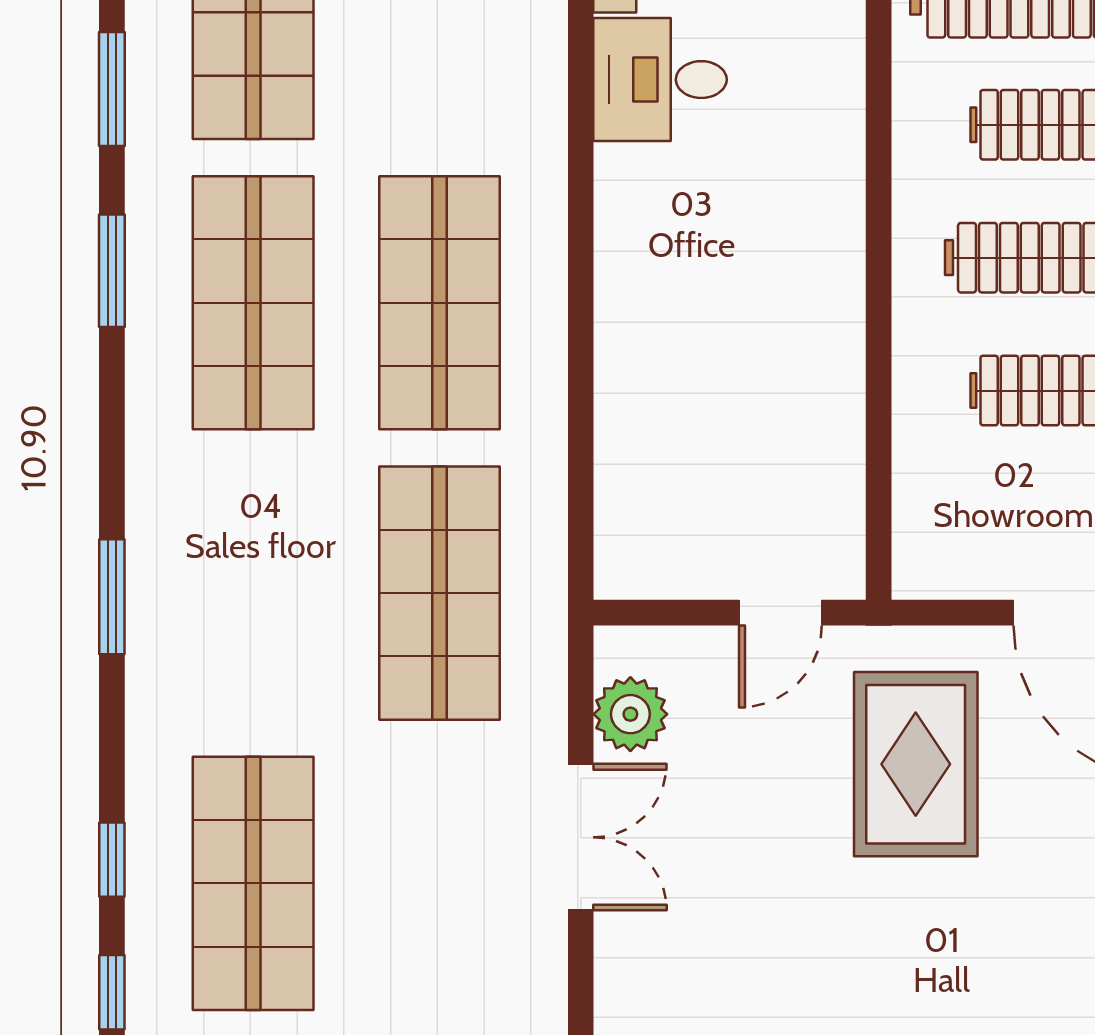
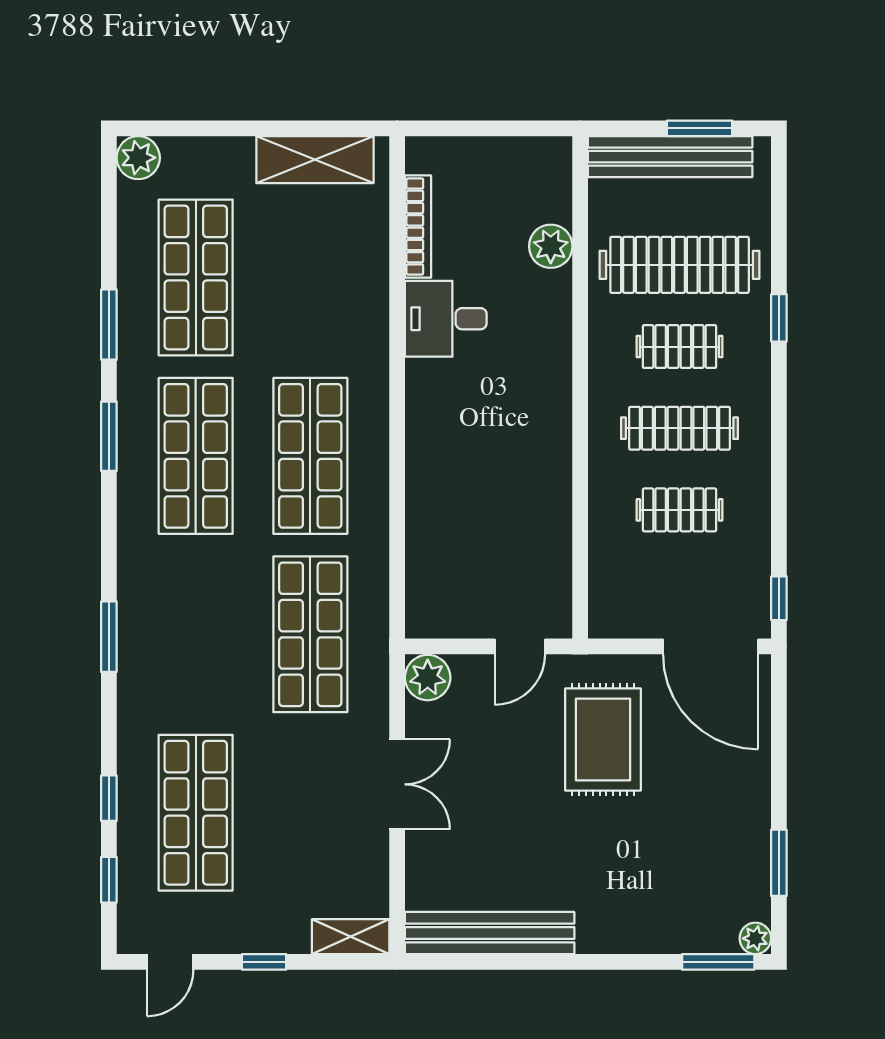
plant: (630, 714) -> (428, 678), moved

